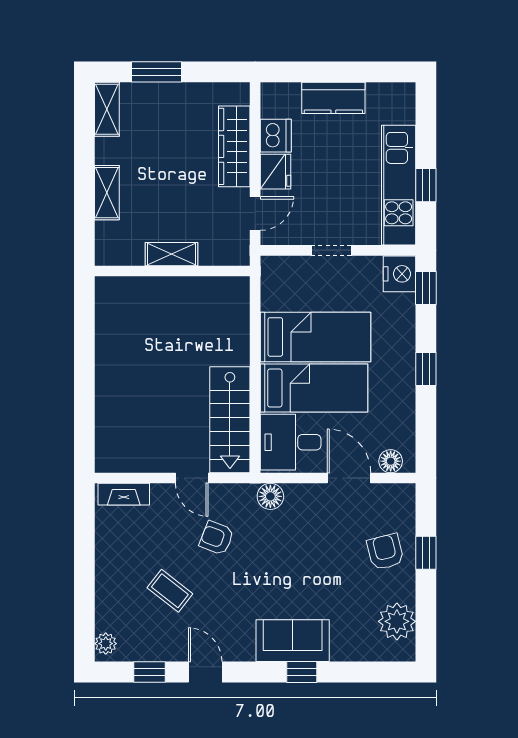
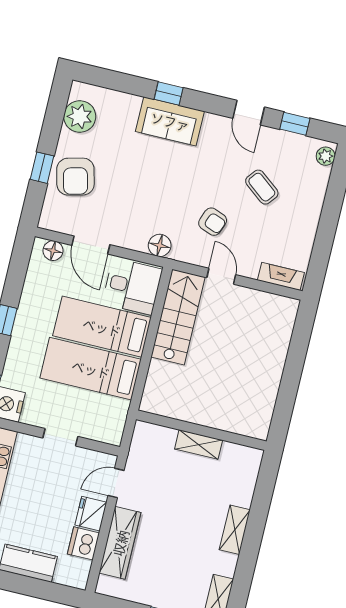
shelving: (171, 254) -> (199, 444), moved
wall: (172, 271) -> (201, 430), moved
armchair: (385, 552) -> (75, 177), width x1.38, depth x1.38

